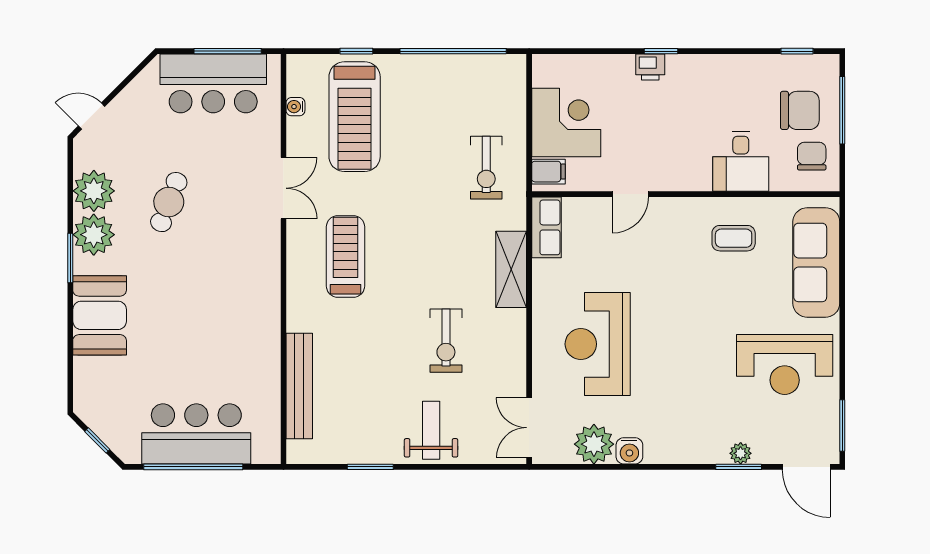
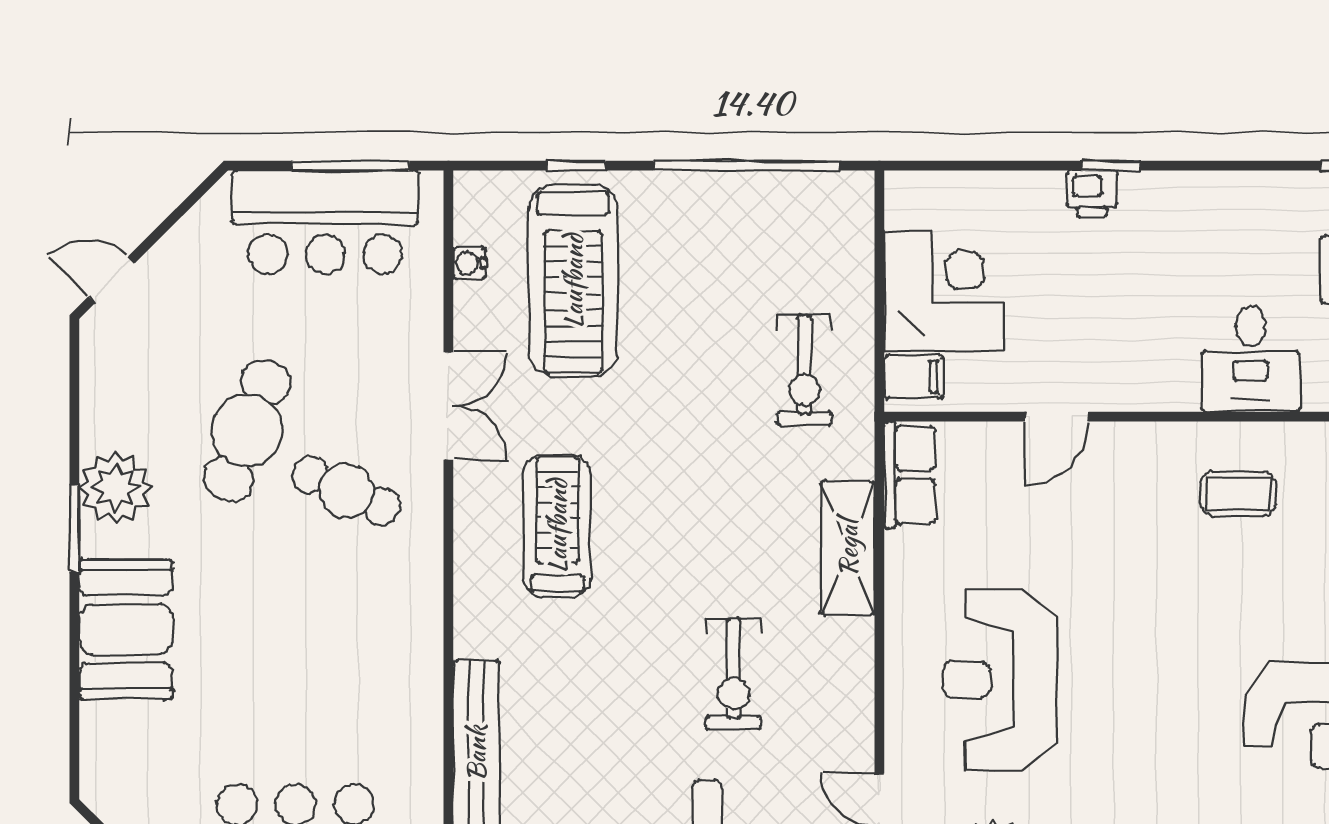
plant: (94, 191) -> (116, 411), removed
cafe table: (169, 202) -> (247, 430), width x1.37, depth x1.35
cafe table: (225, 236) -> (346, 491), added

